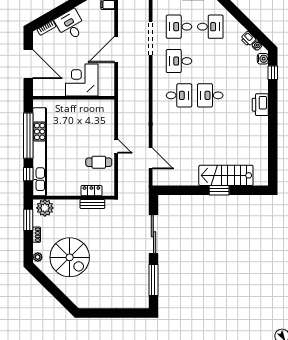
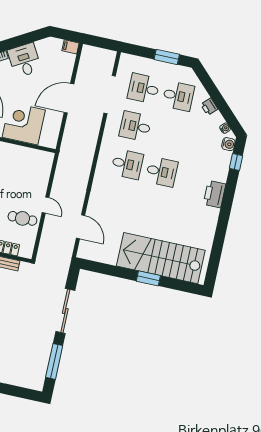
printer: (248, 39) -> (209, 107), moved
desk: (210, 95) -> (162, 172), turned 180
stairs: (226, 175) -> (161, 258), width x1.36, depth x1.51

